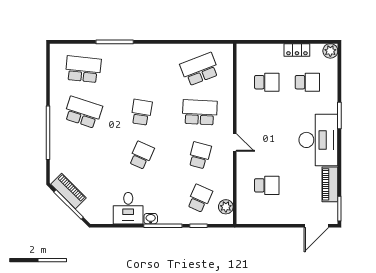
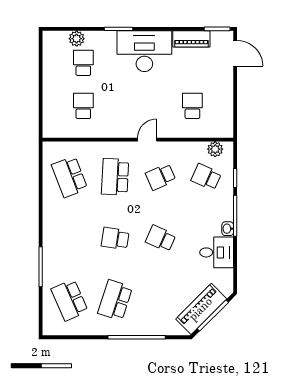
locker: (297, 50) -> (49, 74), removed
plant: (330, 51) -> (77, 39), moved
school desk: (83, 69) -> (70, 300), turned -30
school desk: (200, 155) -> (161, 177), turned -39
piano: (68, 191) -> (201, 309), width x1.37, depth x1.33

